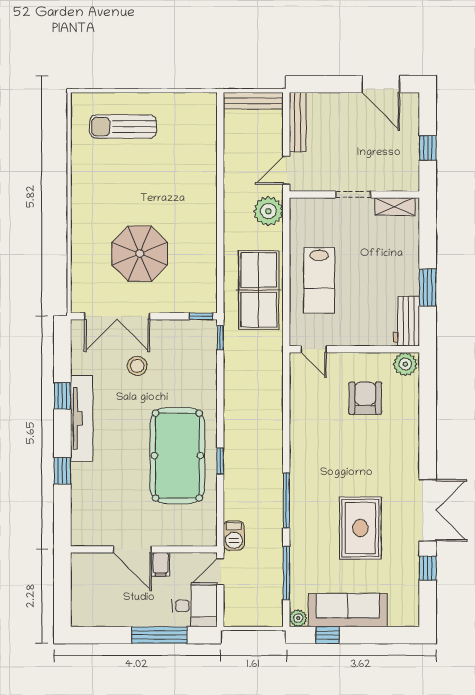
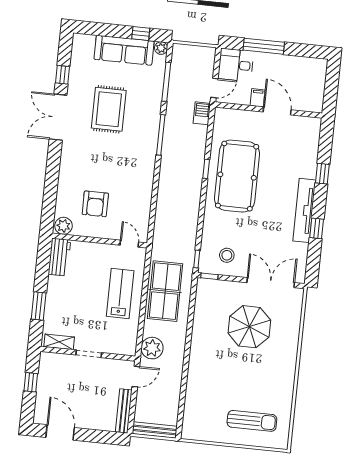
window: (428, 288) -> (39, 306), moved
stool: (137, 366) -> (227, 255), moved

